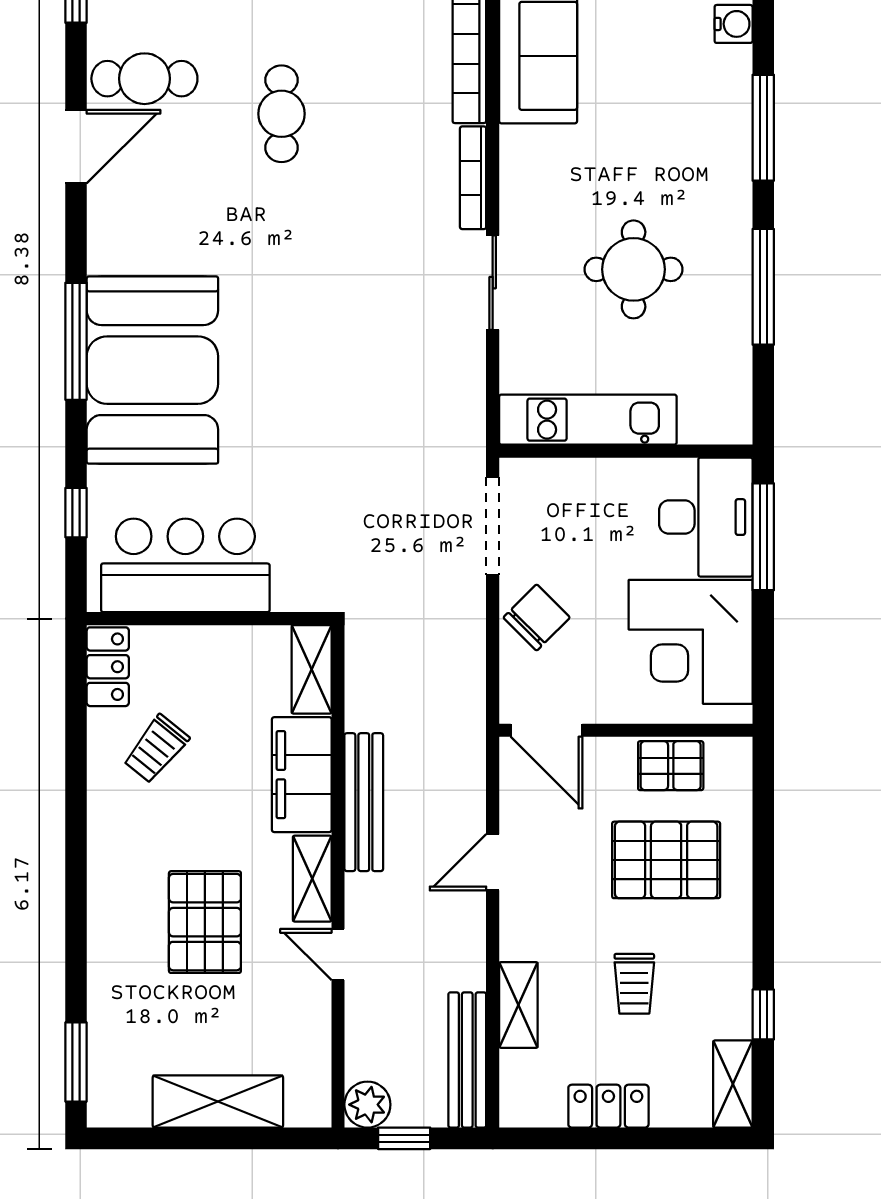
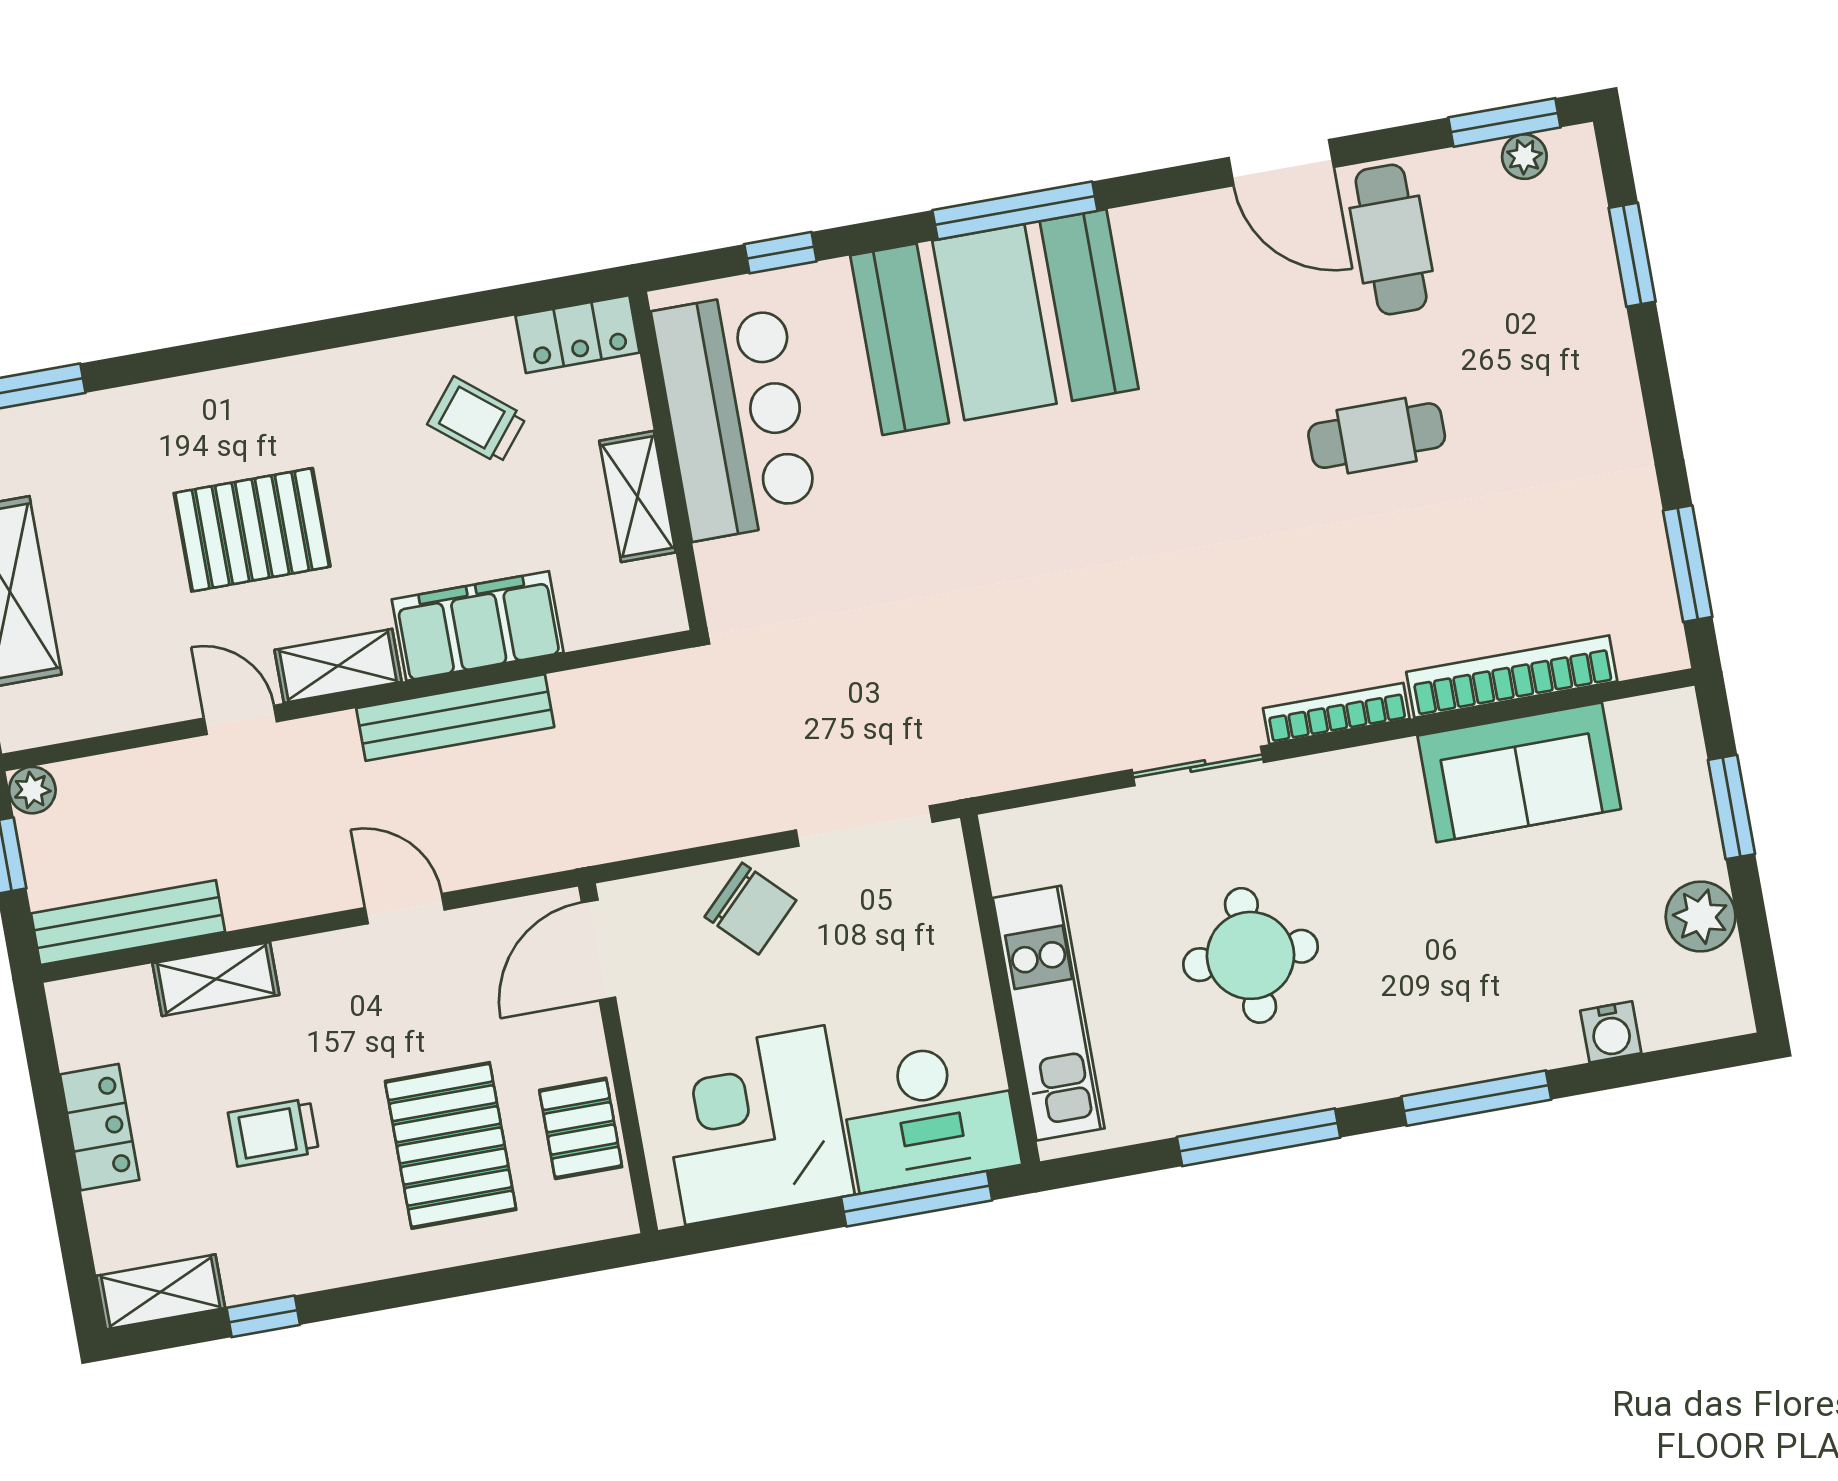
kitchen unit: (588, 420) -> (1049, 1013), moved
shelving: (312, 669) -> (637, 497), moved, turned 90
door: (338, 955) -> (240, 720), hinge flipped
plant: (367, 1105) -> (32, 790), width x0.73, depth x0.73

